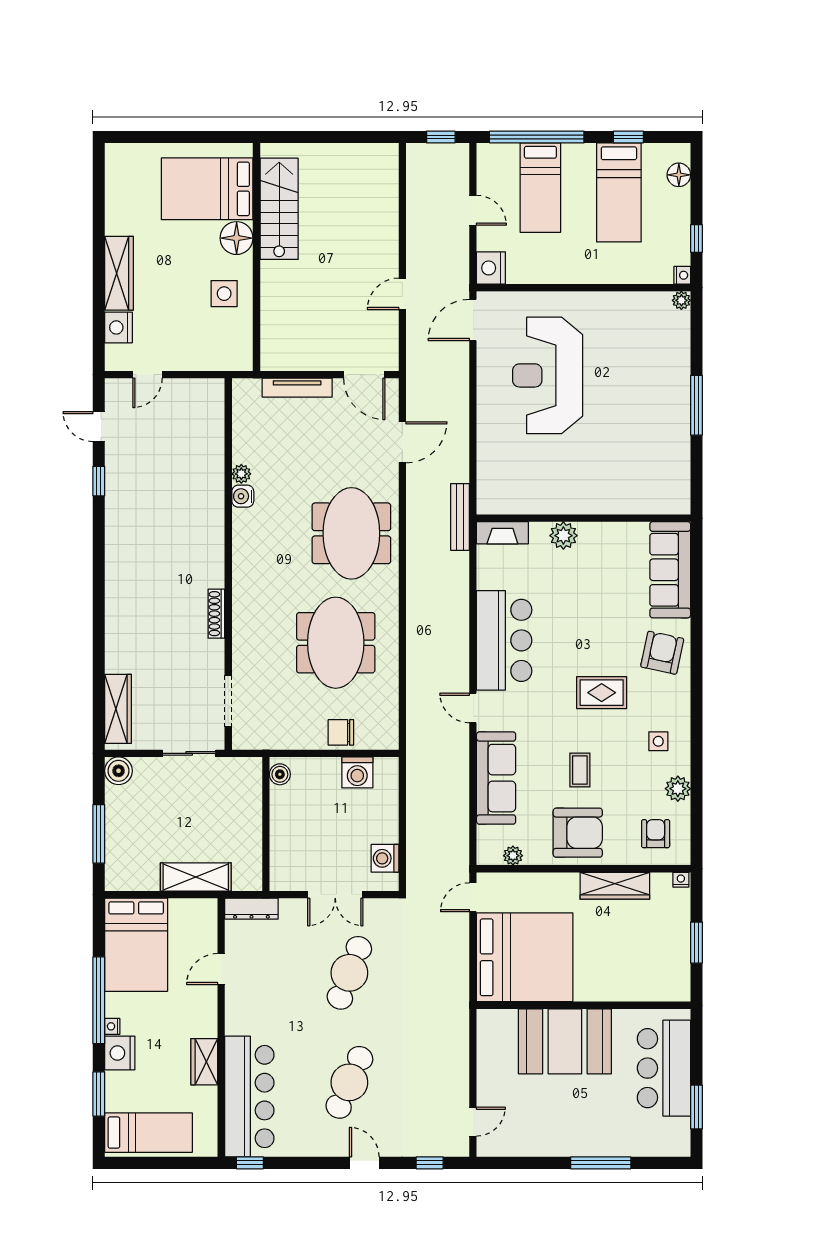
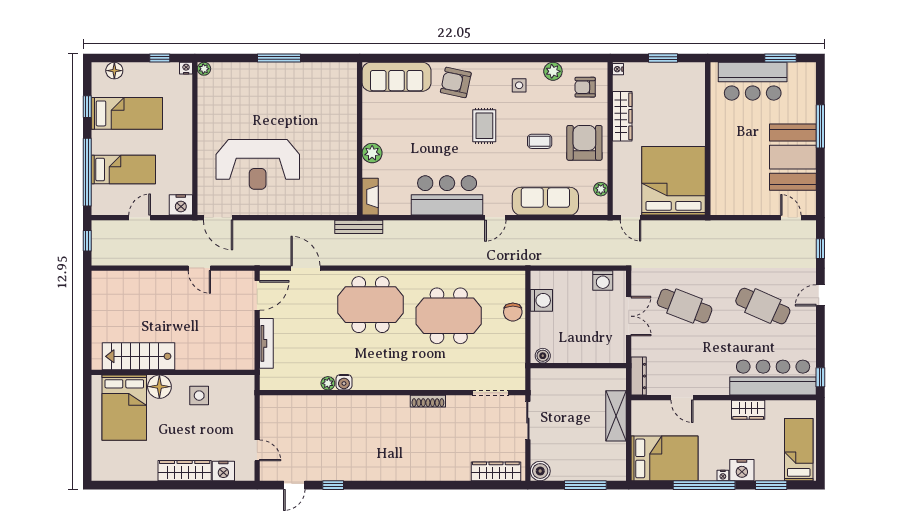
booth: (565, 1041) -> (793, 157), moved

